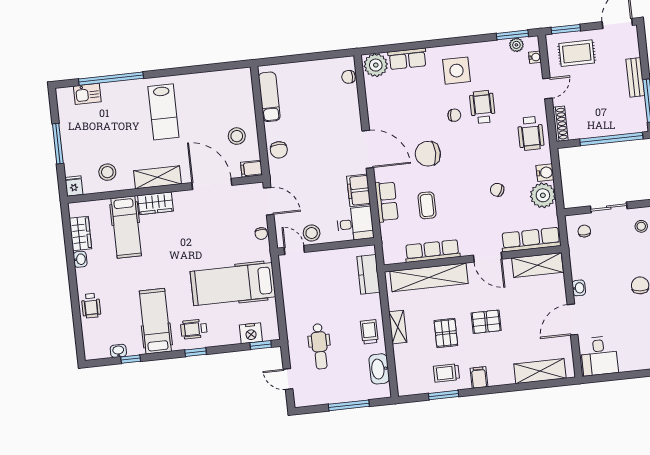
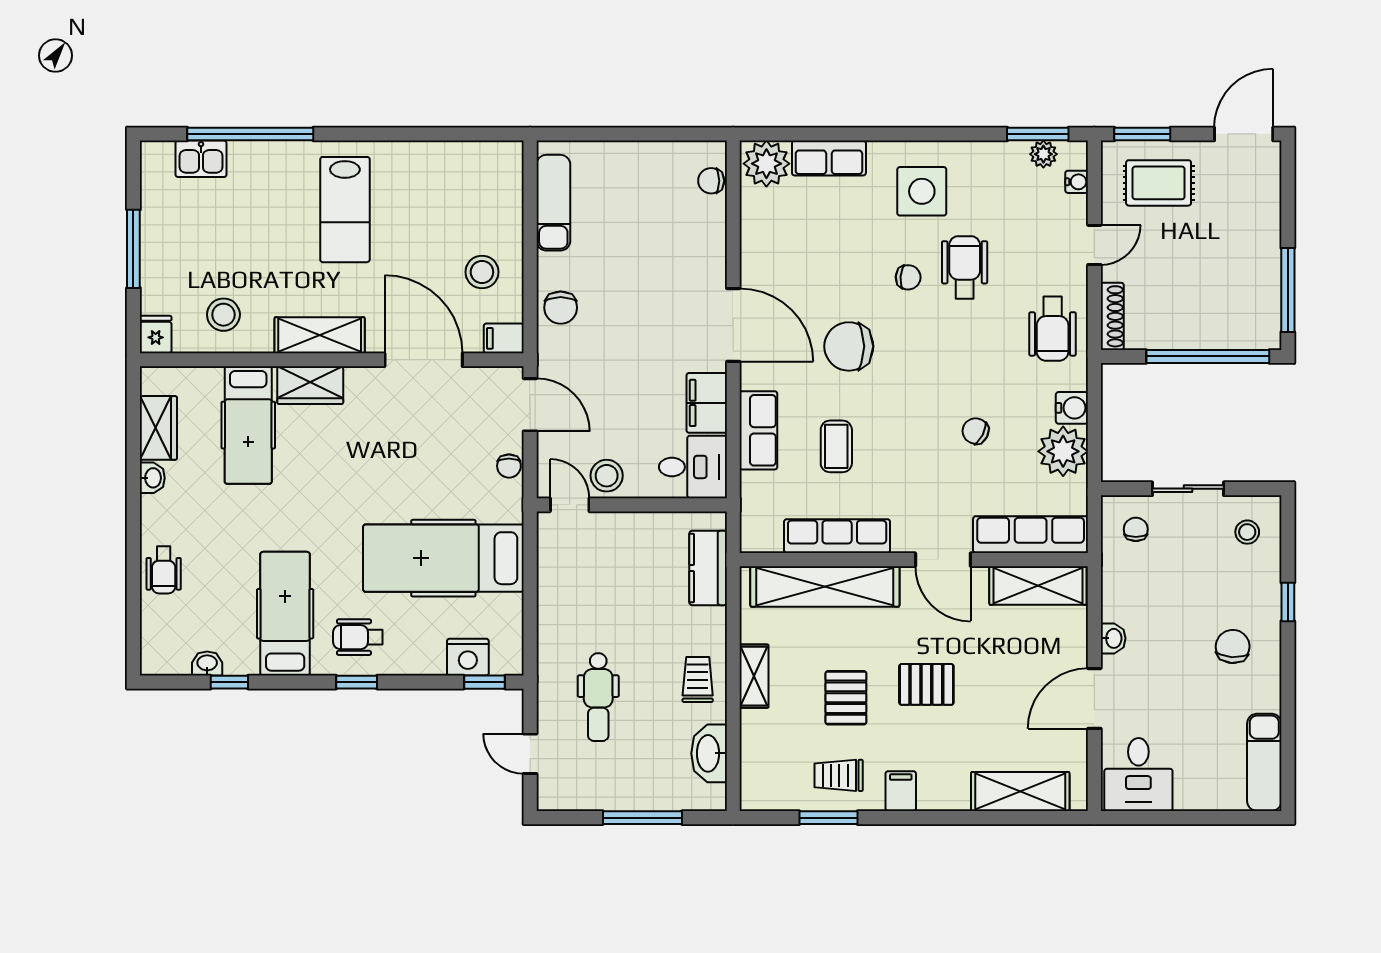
bench: (635, 77) -> (1267, 242), removed

